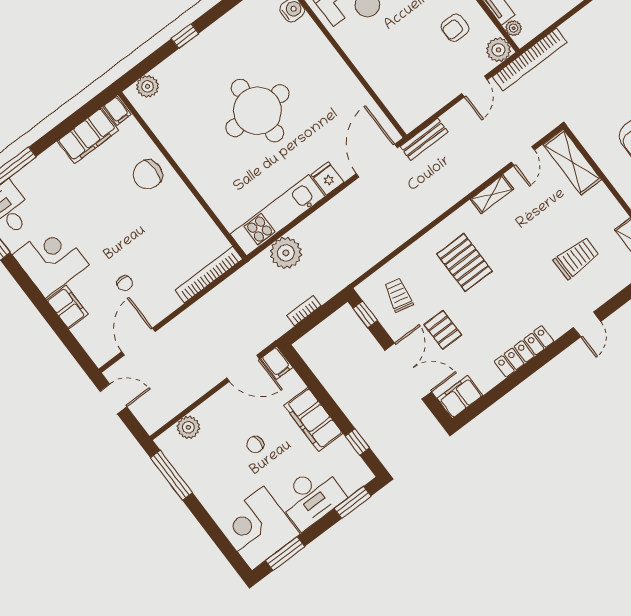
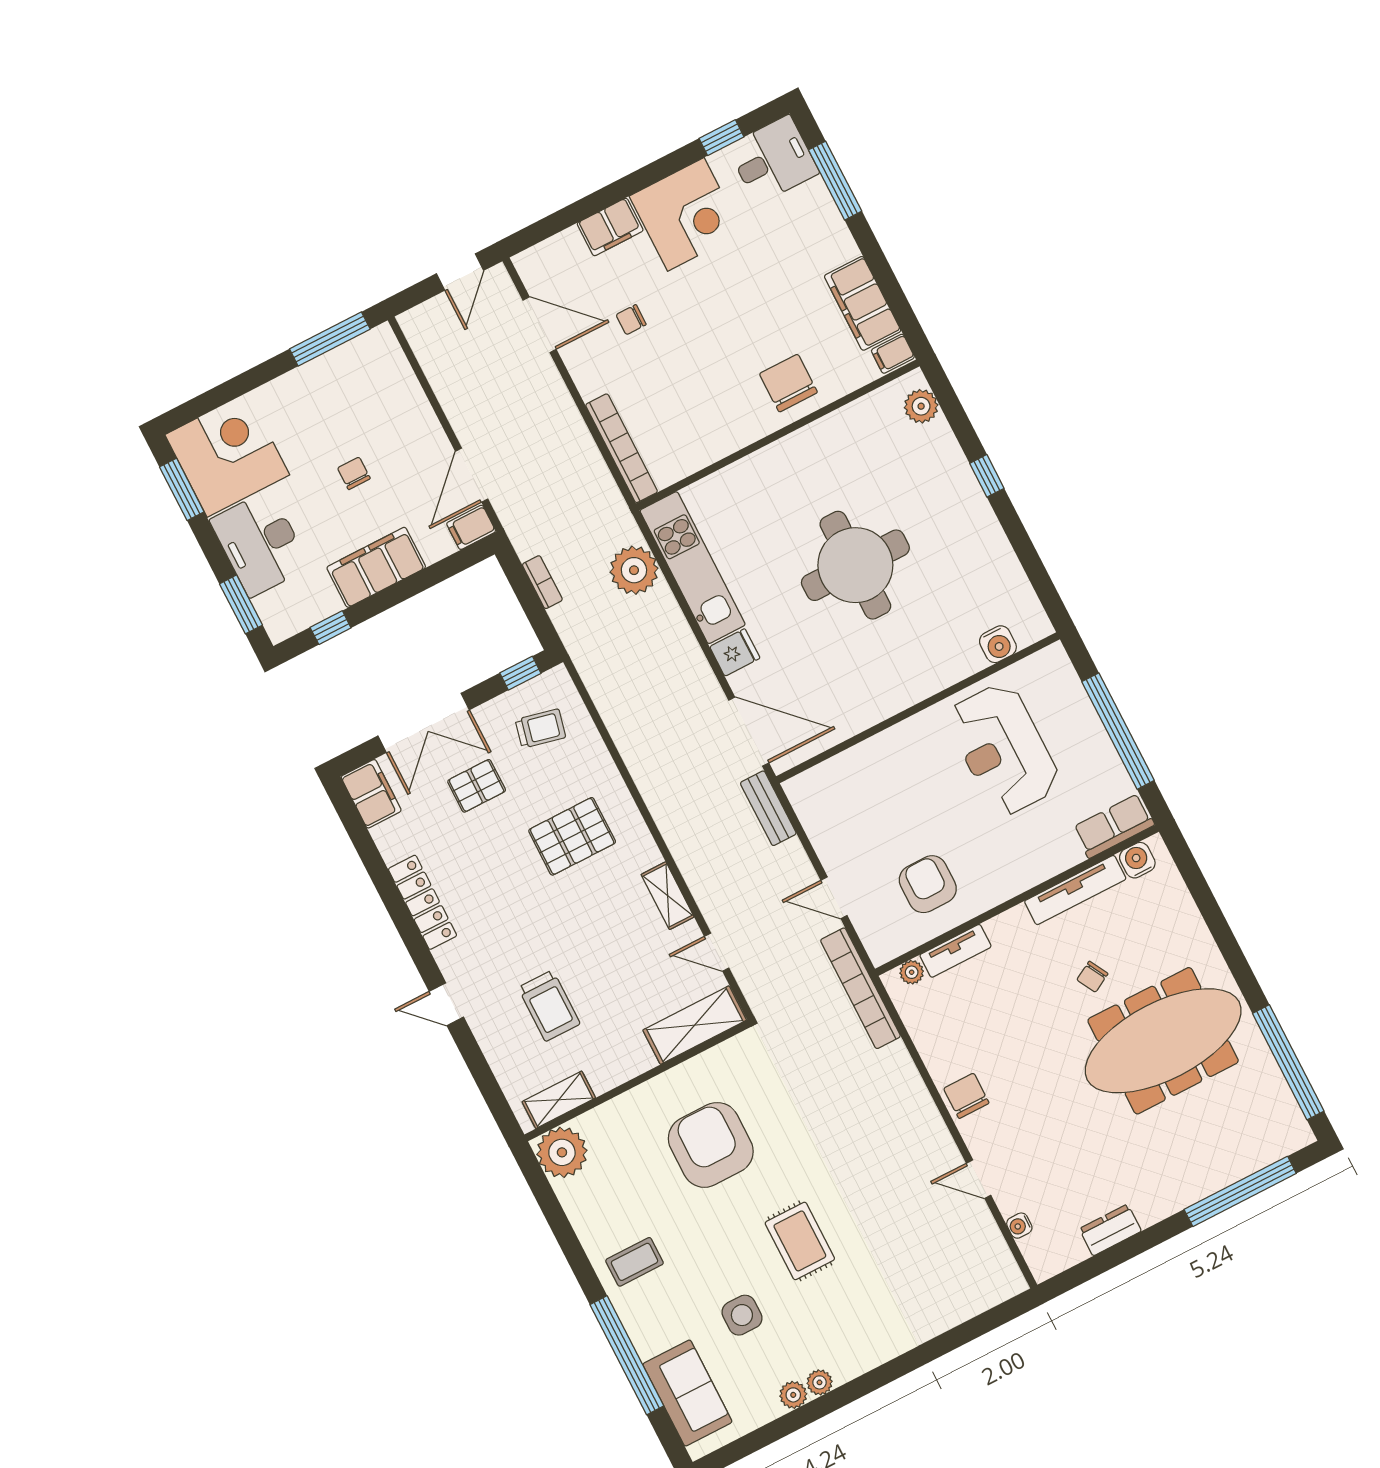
armchair: (455, 28) -> (928, 884), width x1.38, depth x1.38
plant: (498, 50) -> (883, 944), removed
plant: (188, 427) -> (397, 377), removed

